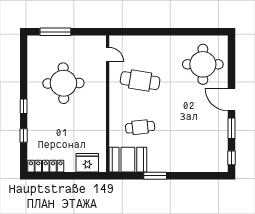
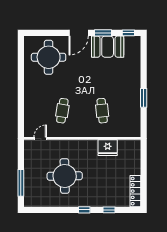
cafe table: (140, 81) -> (62, 111), width x0.73, depth x0.74
booth: (128, 160) -> (108, 47), moved, turned 90
fridge: (87, 163) -> (108, 148), moved, turned -90

